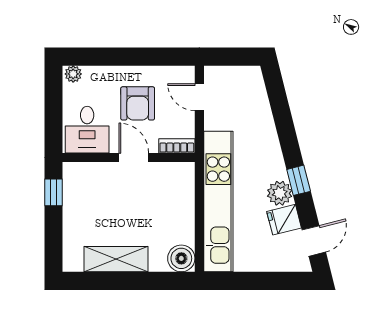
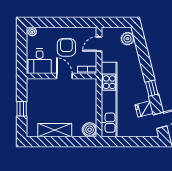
door: (199, 97) -> (99, 44), hinge flipped
armchair: (138, 103) -> (66, 47), turned 180
window: (53, 192) -> (22, 109), moved
plant: (280, 193) -> (128, 39), moved

